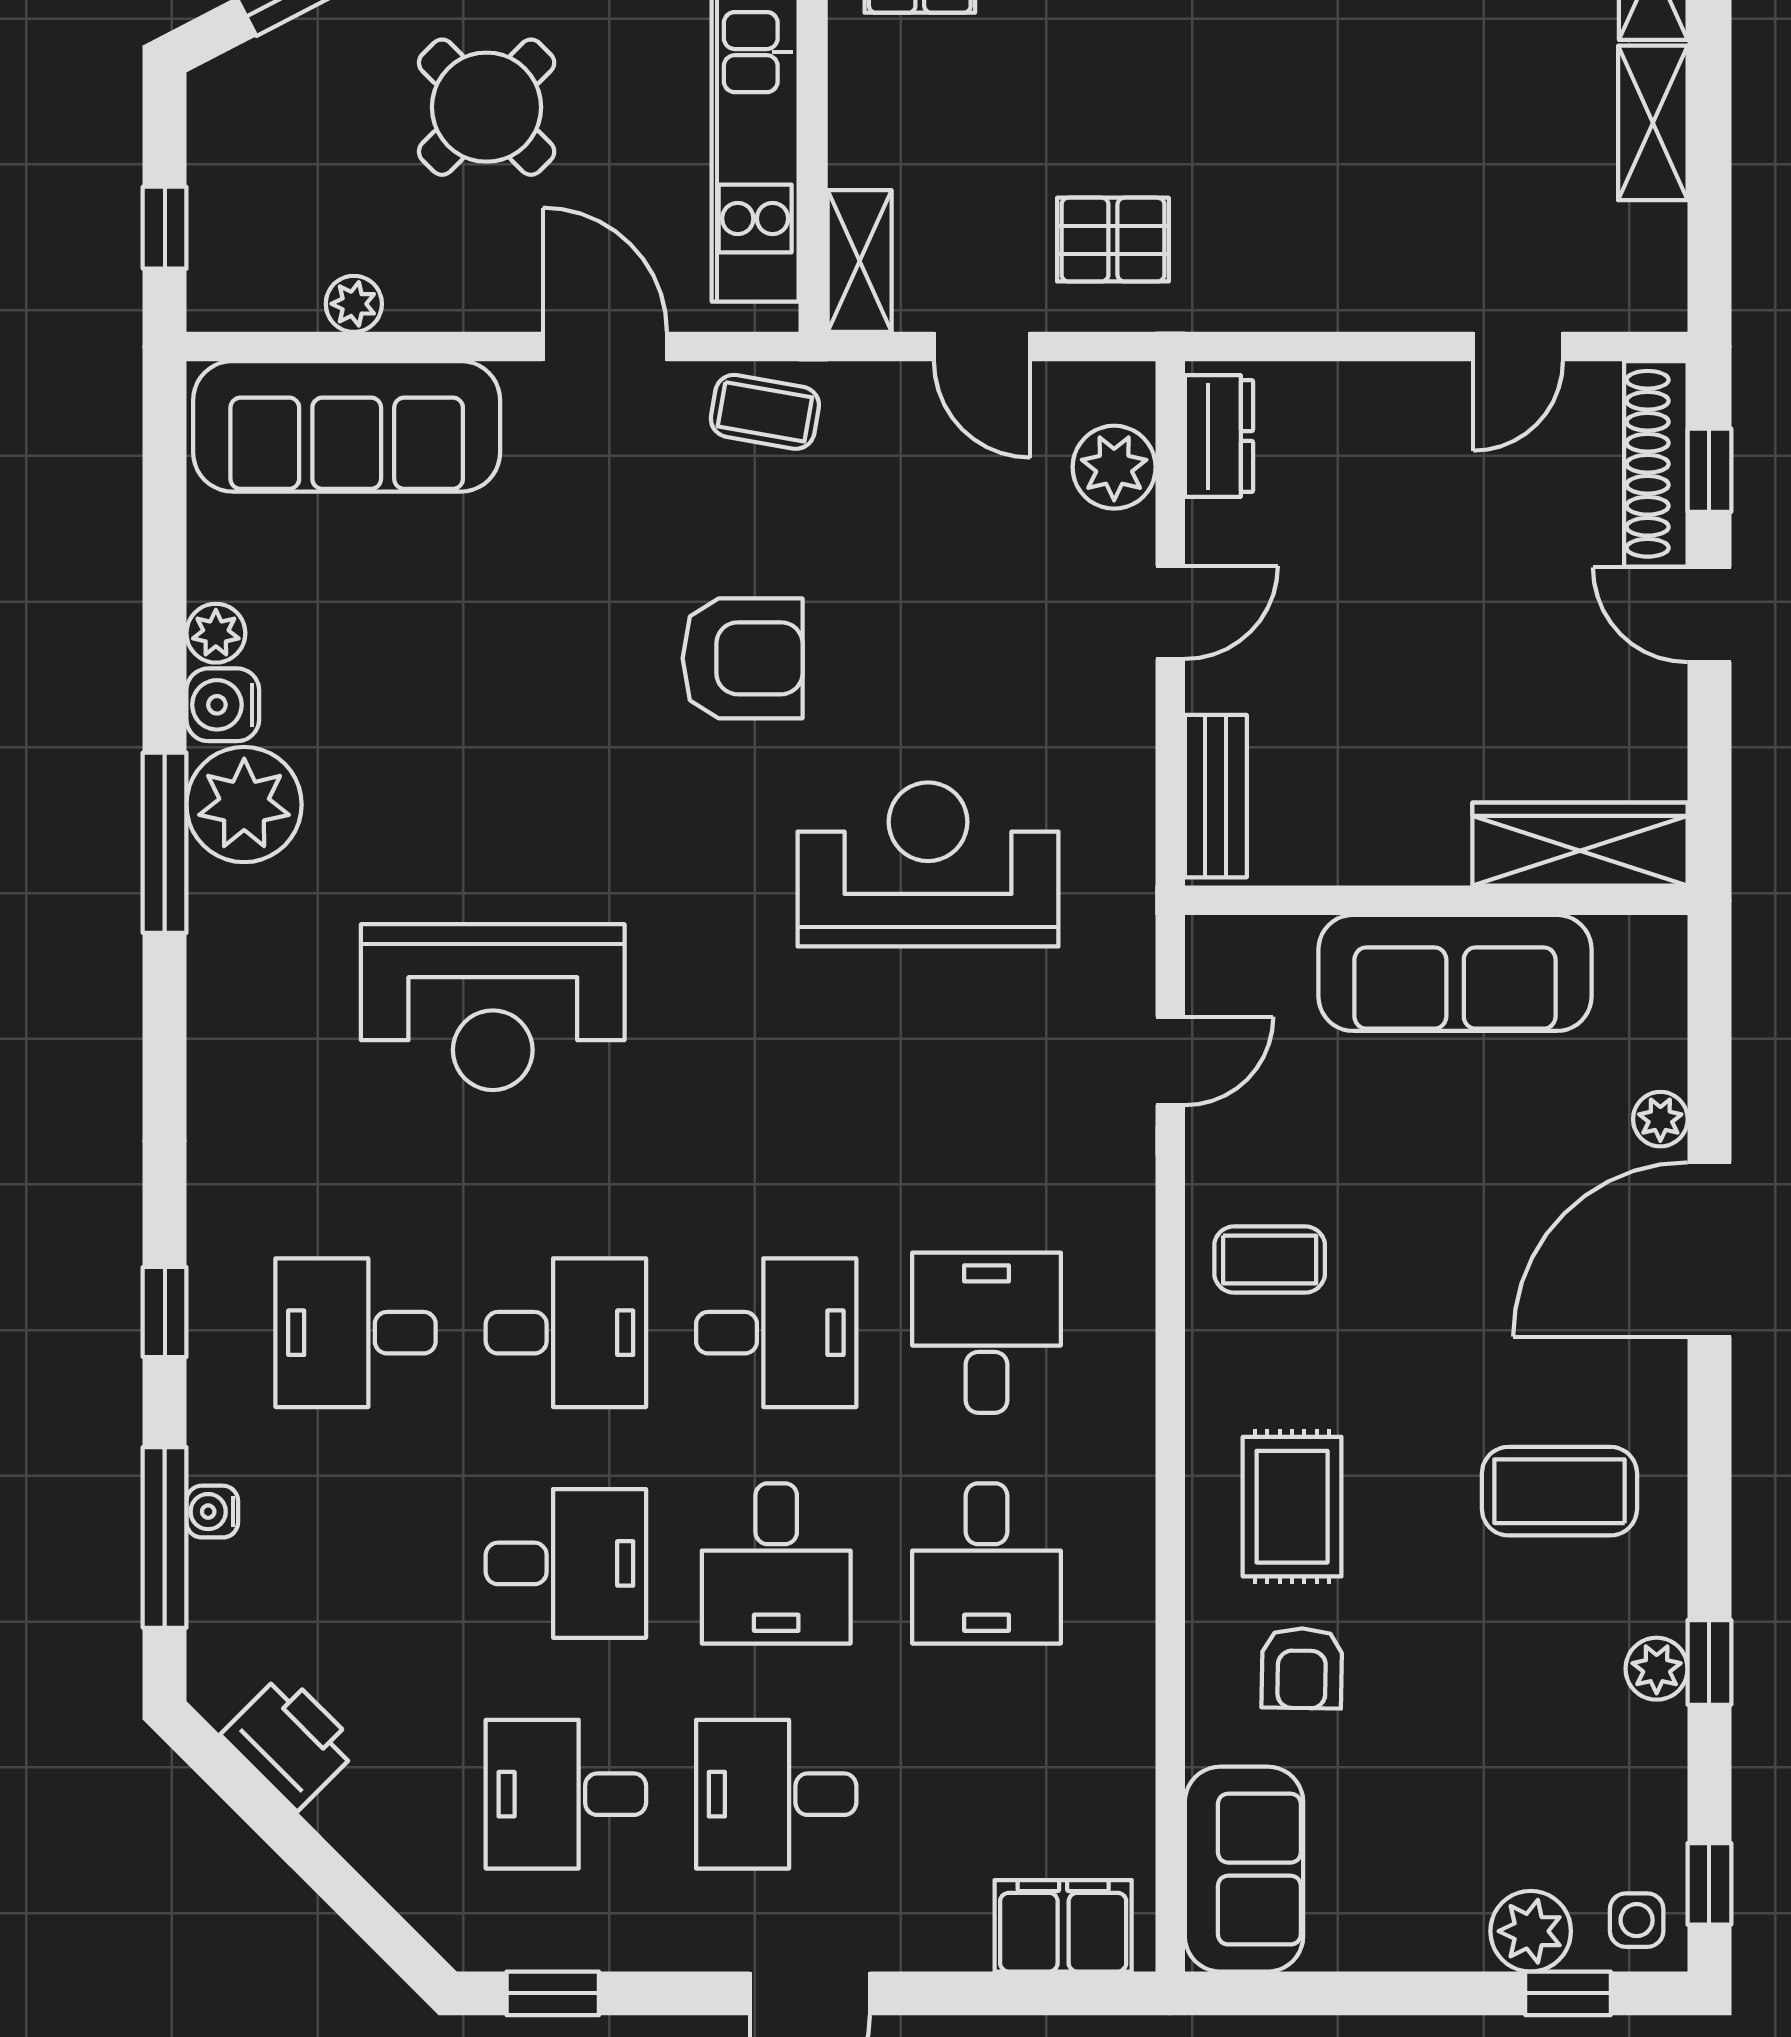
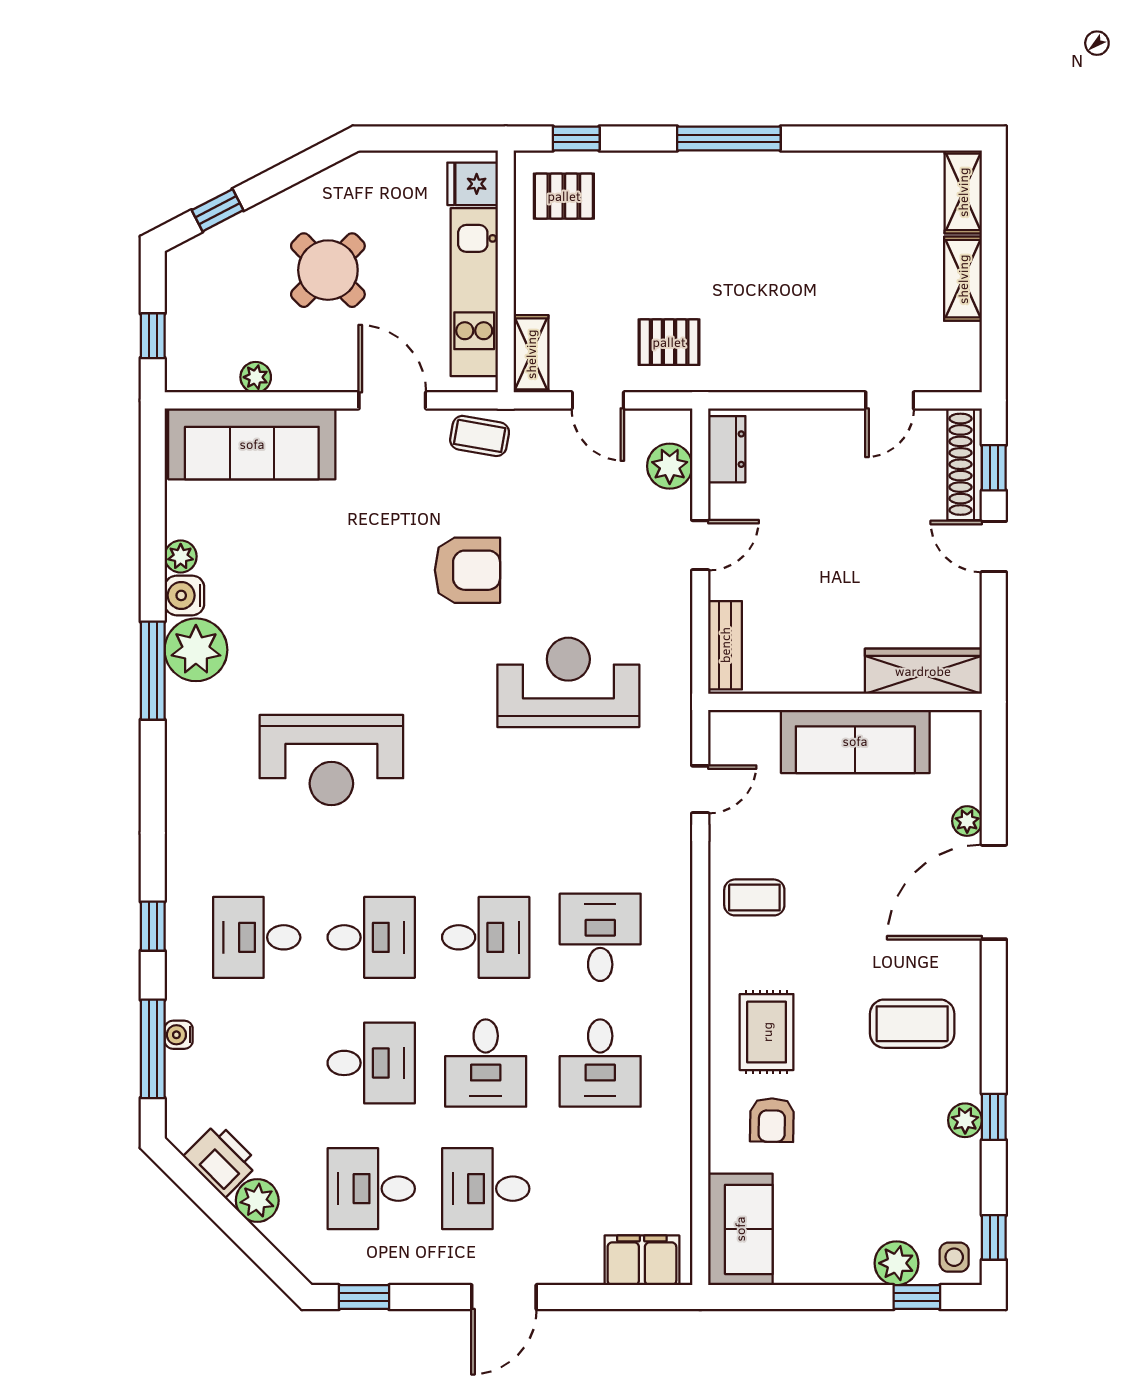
plant: (357, 1816) -> (257, 1200), added

